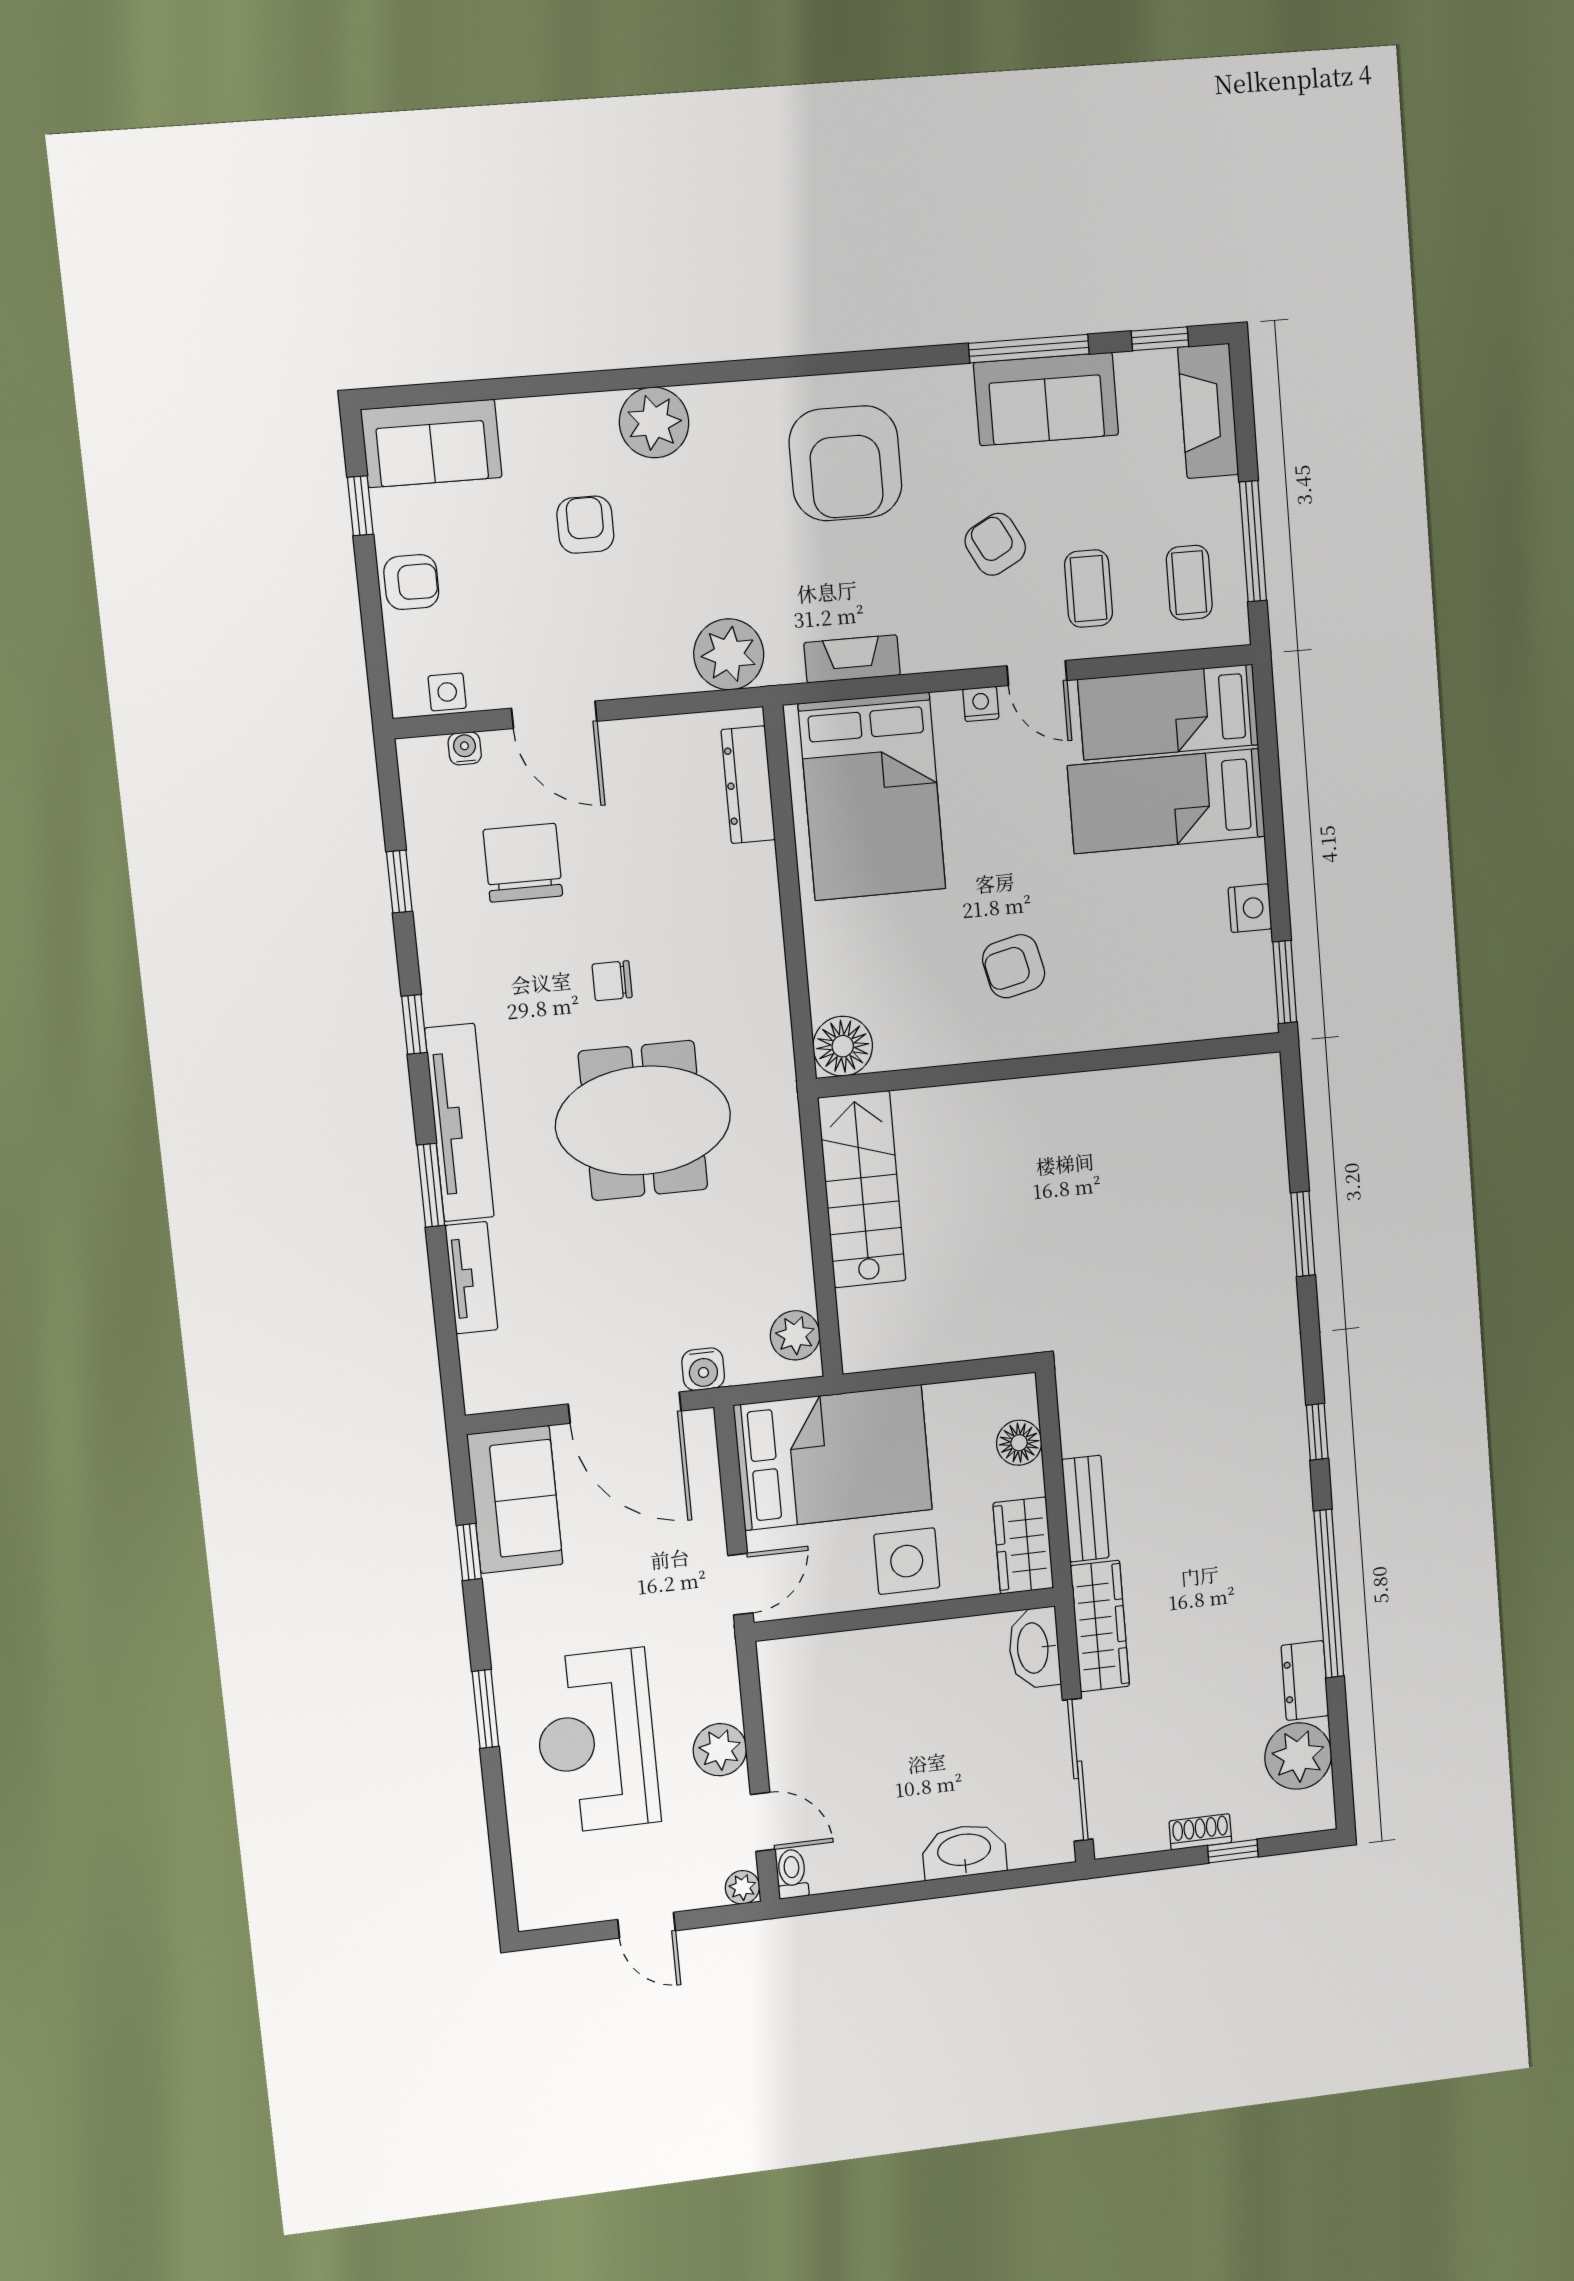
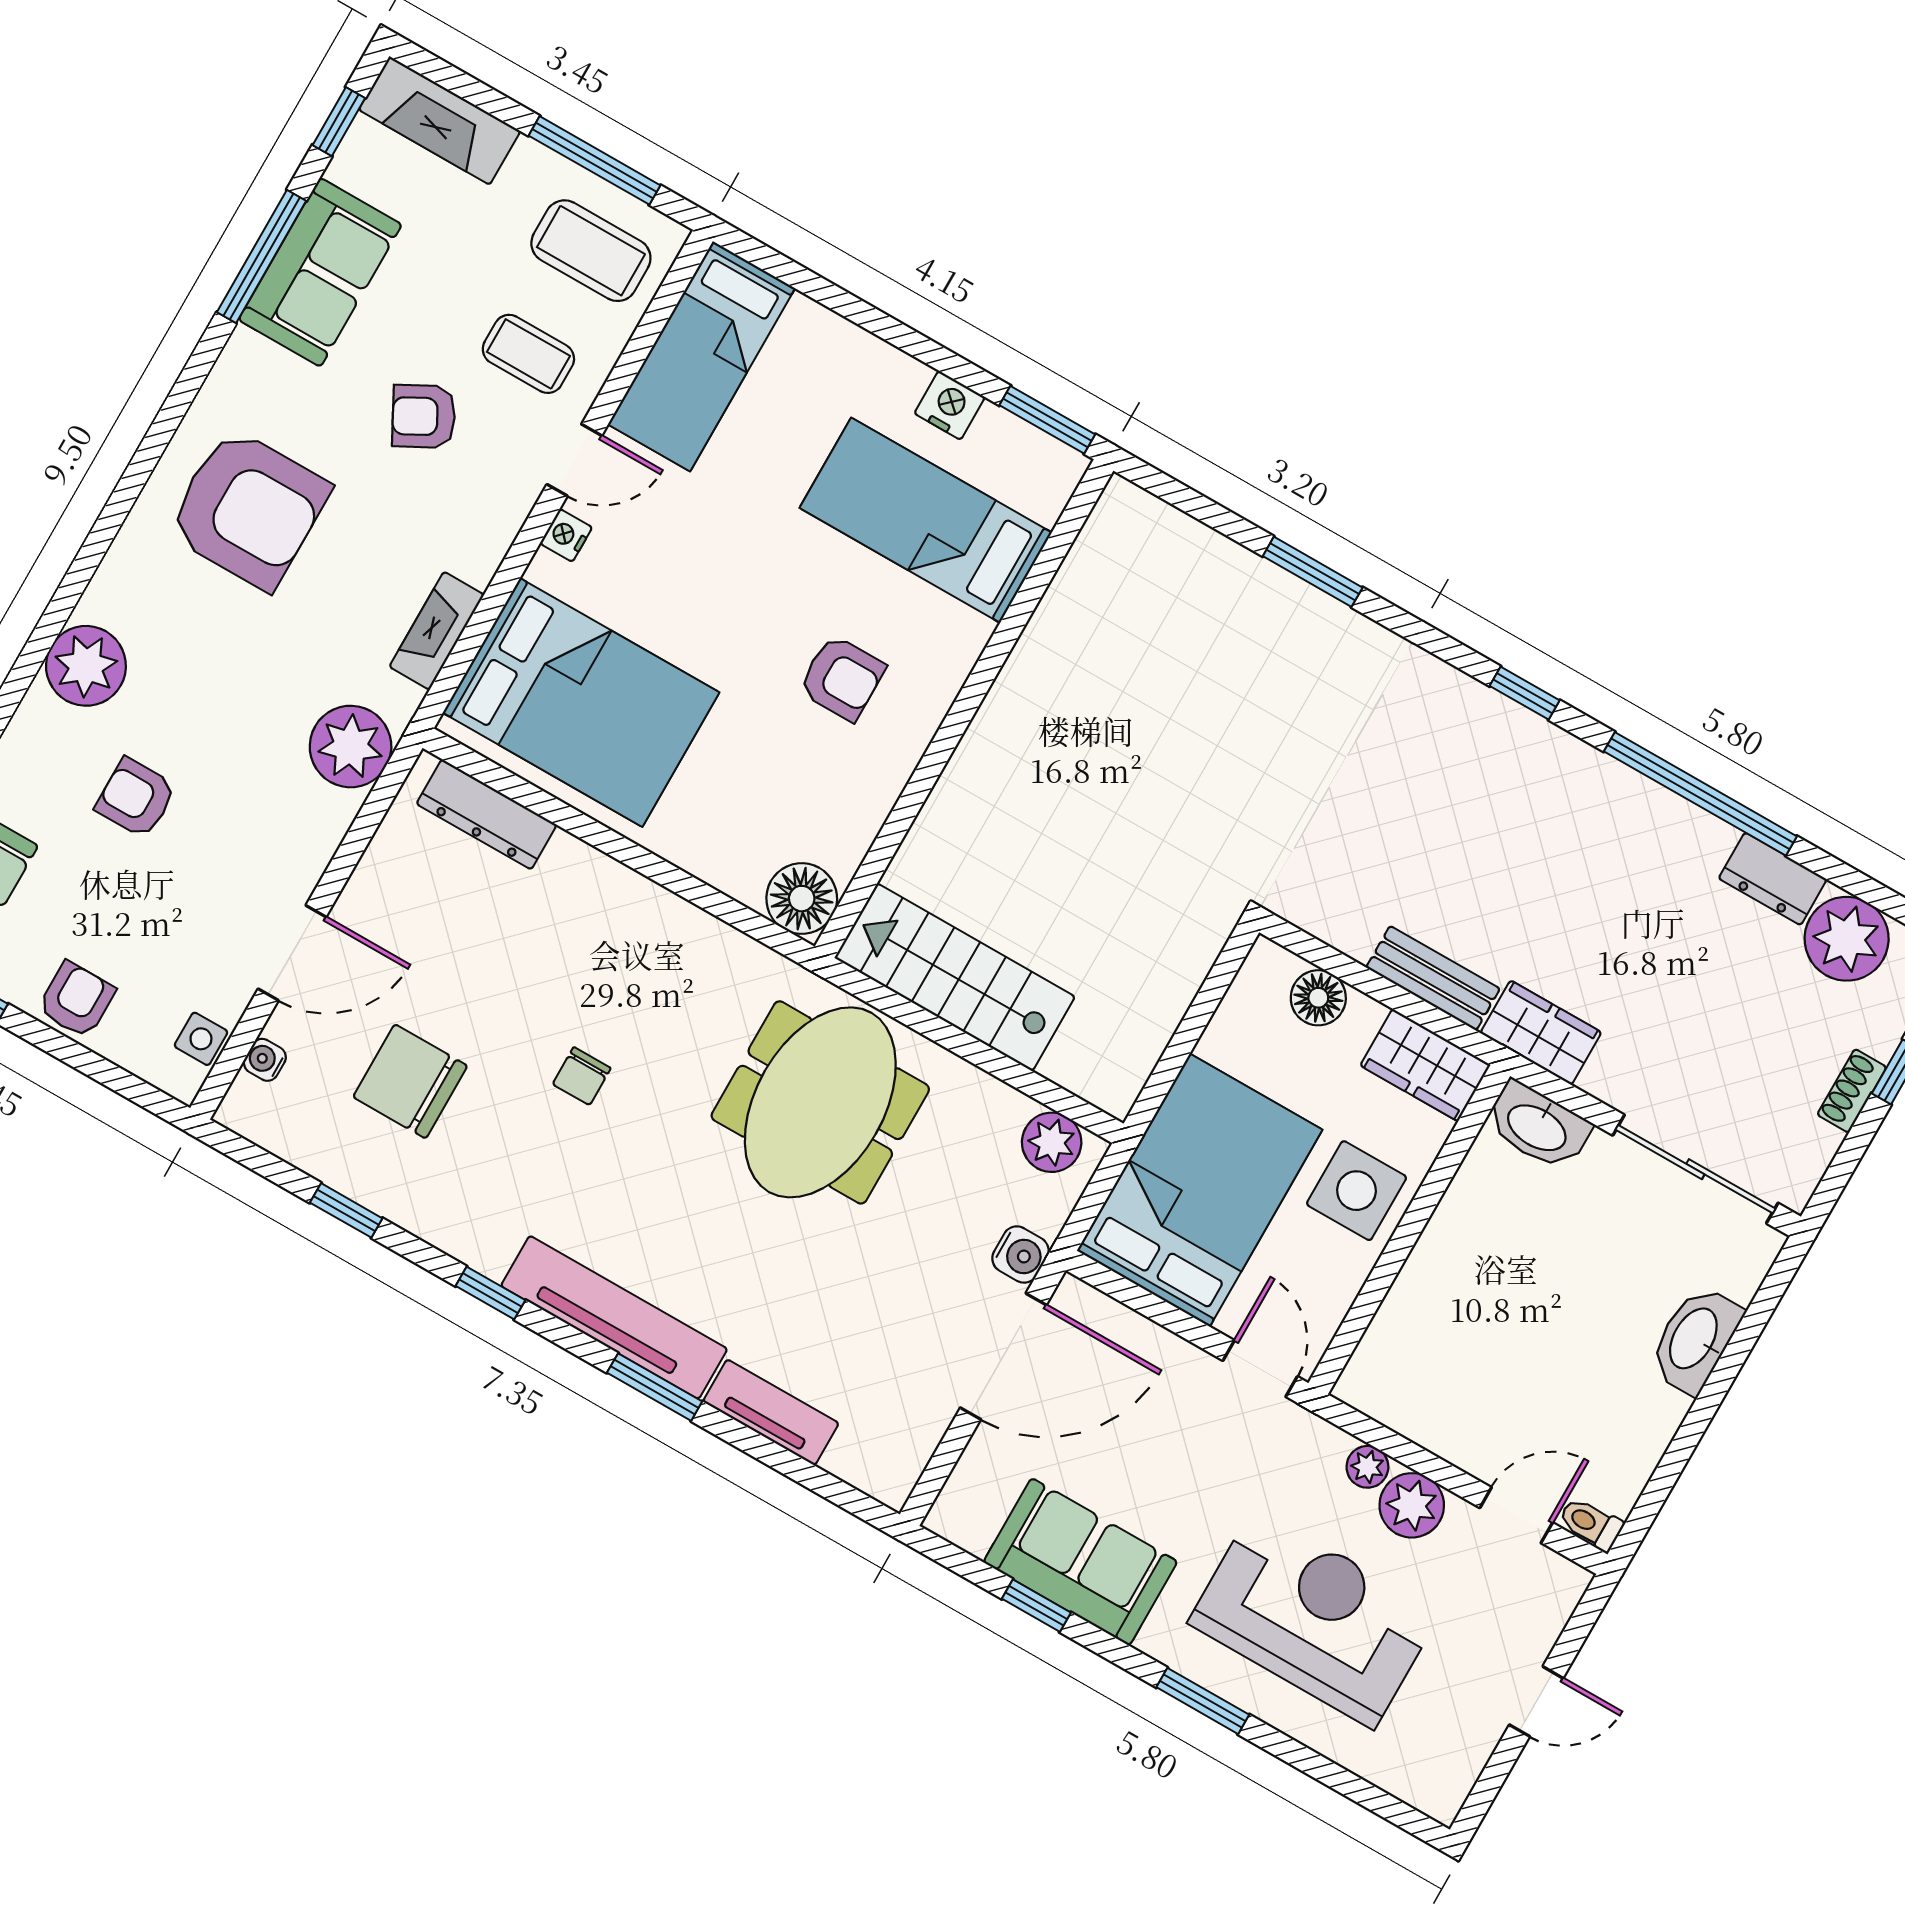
coffee table: (1189, 583) -> (591, 251), width x1.36, depth x1.30
bed: (1167, 801) -> (926, 520), moved, turned 90
armchair: (1014, 966) -> (842, 678), turned -77
meeting table: (643, 1120) -> (820, 1102), moved
sofa: (515, 1499) -> (1080, 1562), moved
wardrobe: (1100, 1626) -> (1541, 1033), width x0.67
reception desk: (596, 1741) -> (1314, 1618), turned 180
plant: (742, 1887) -> (1367, 1467), moved

